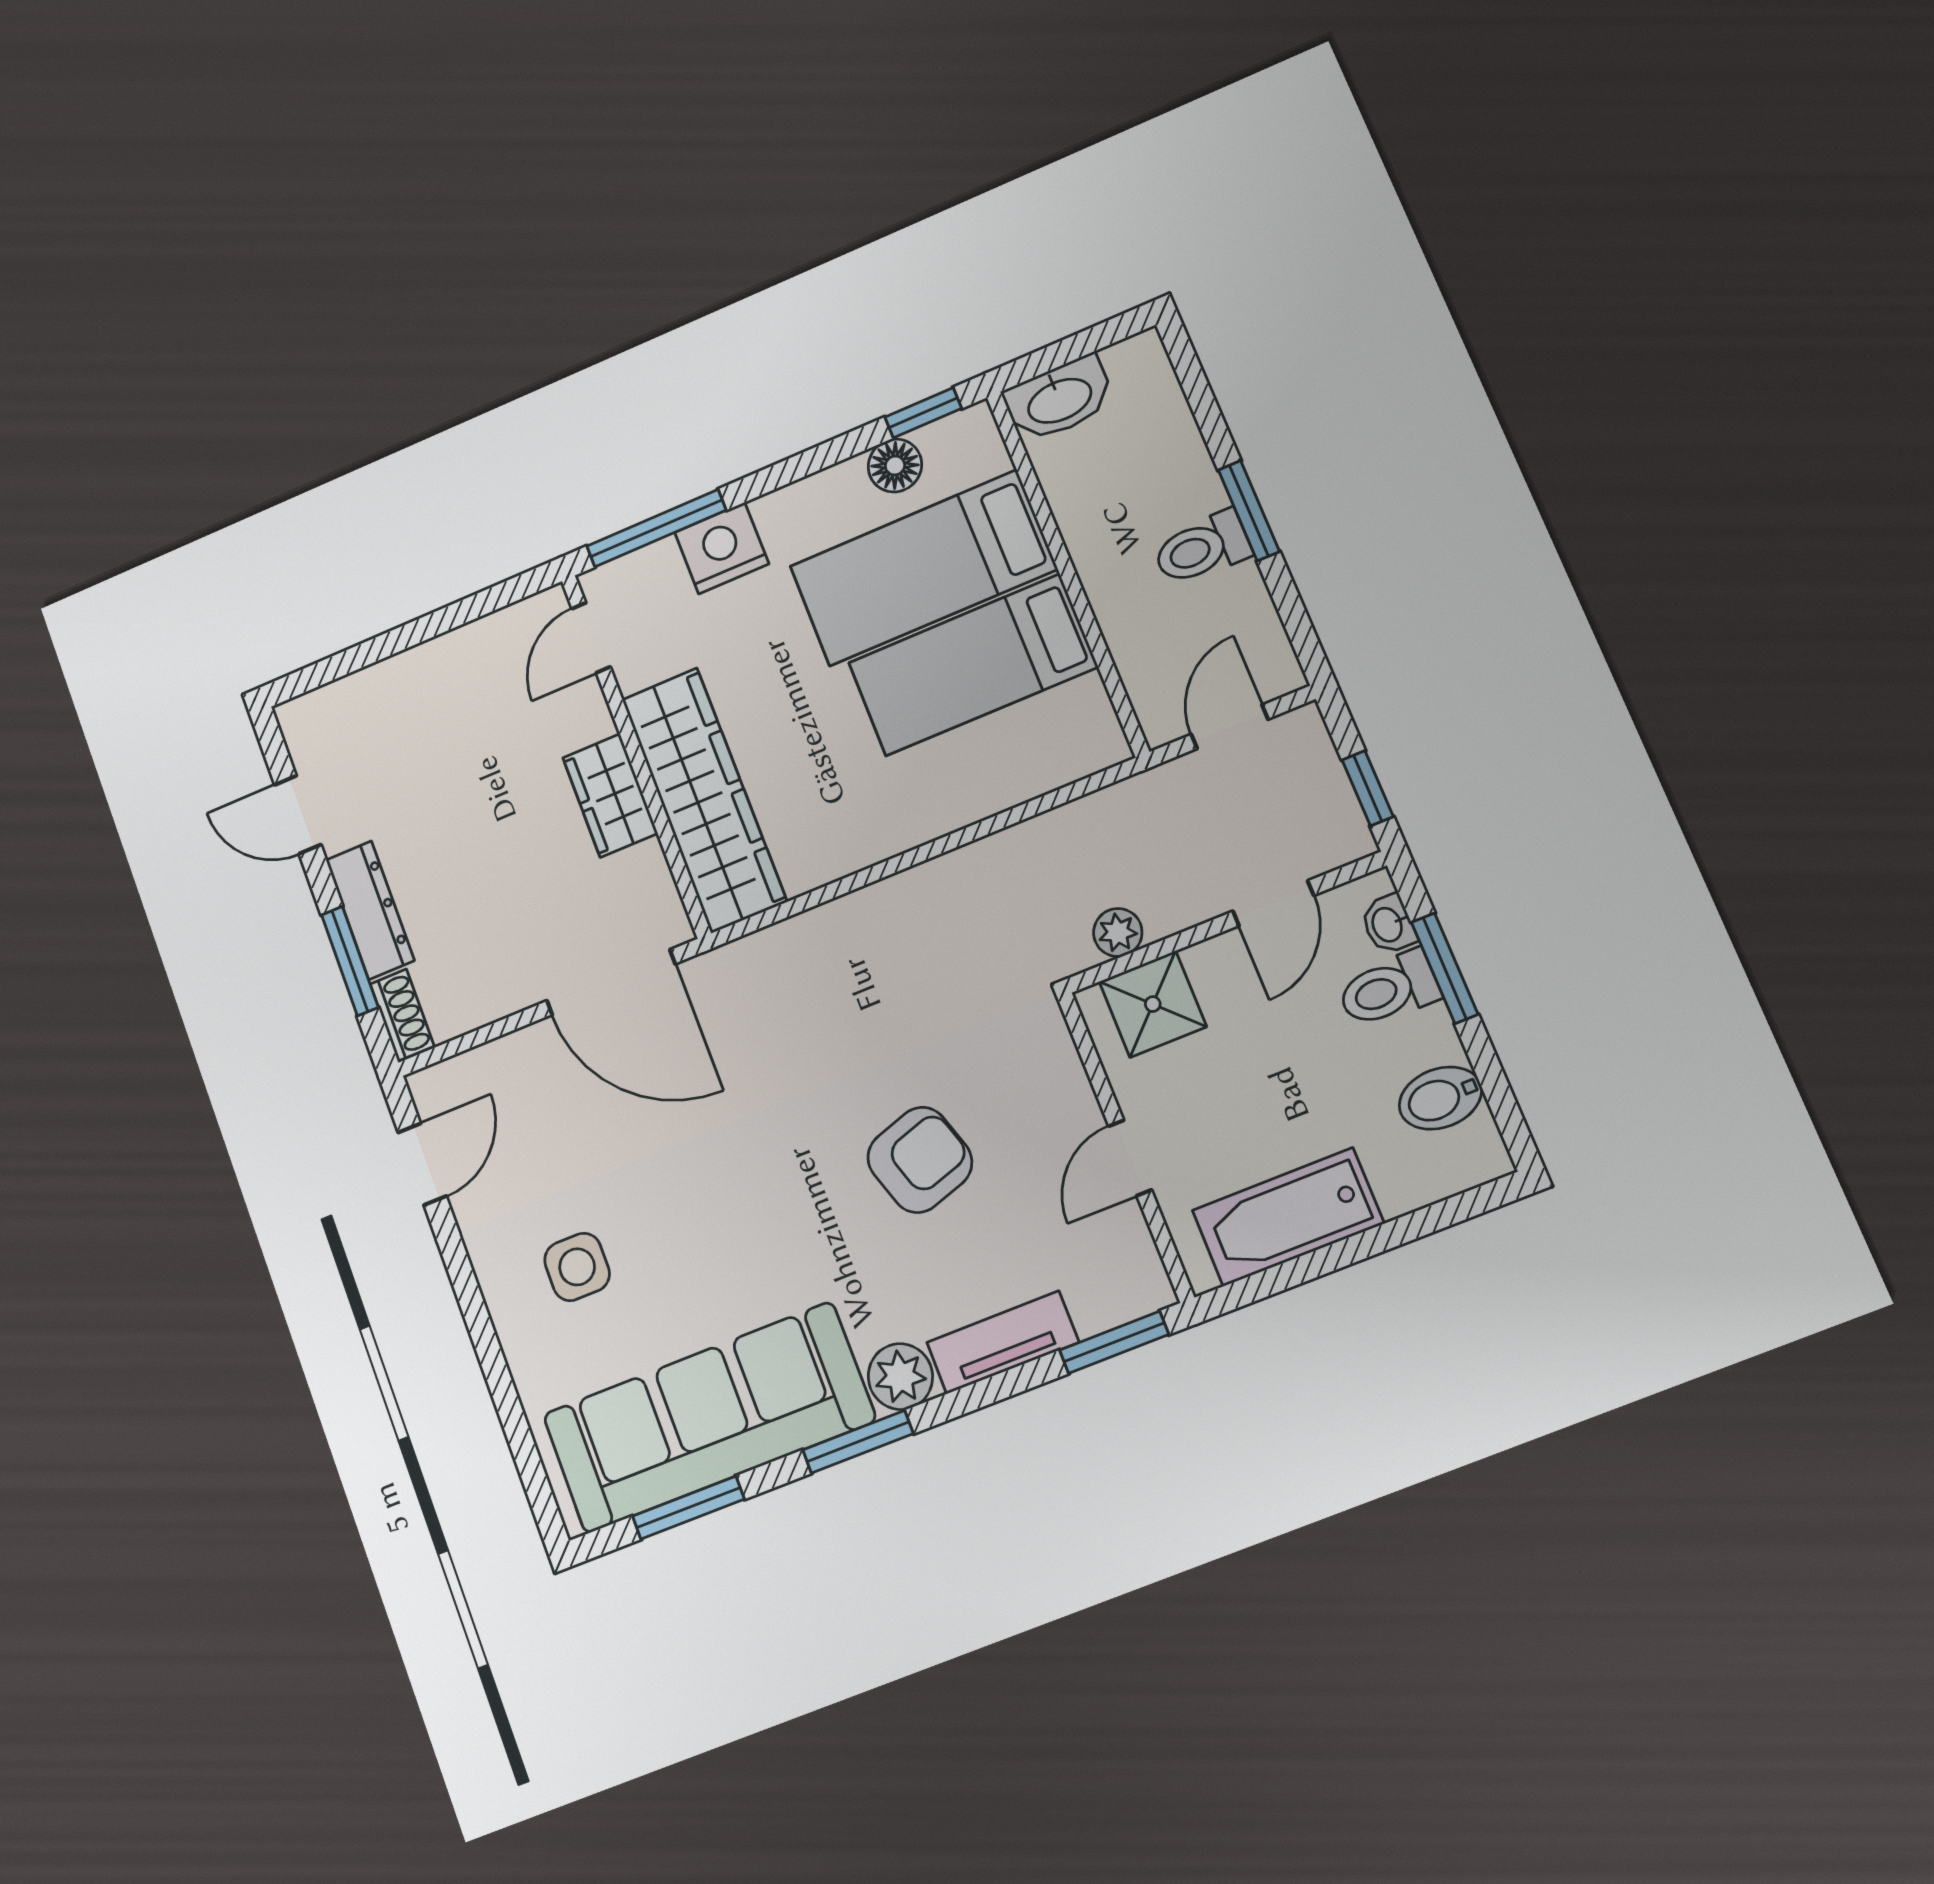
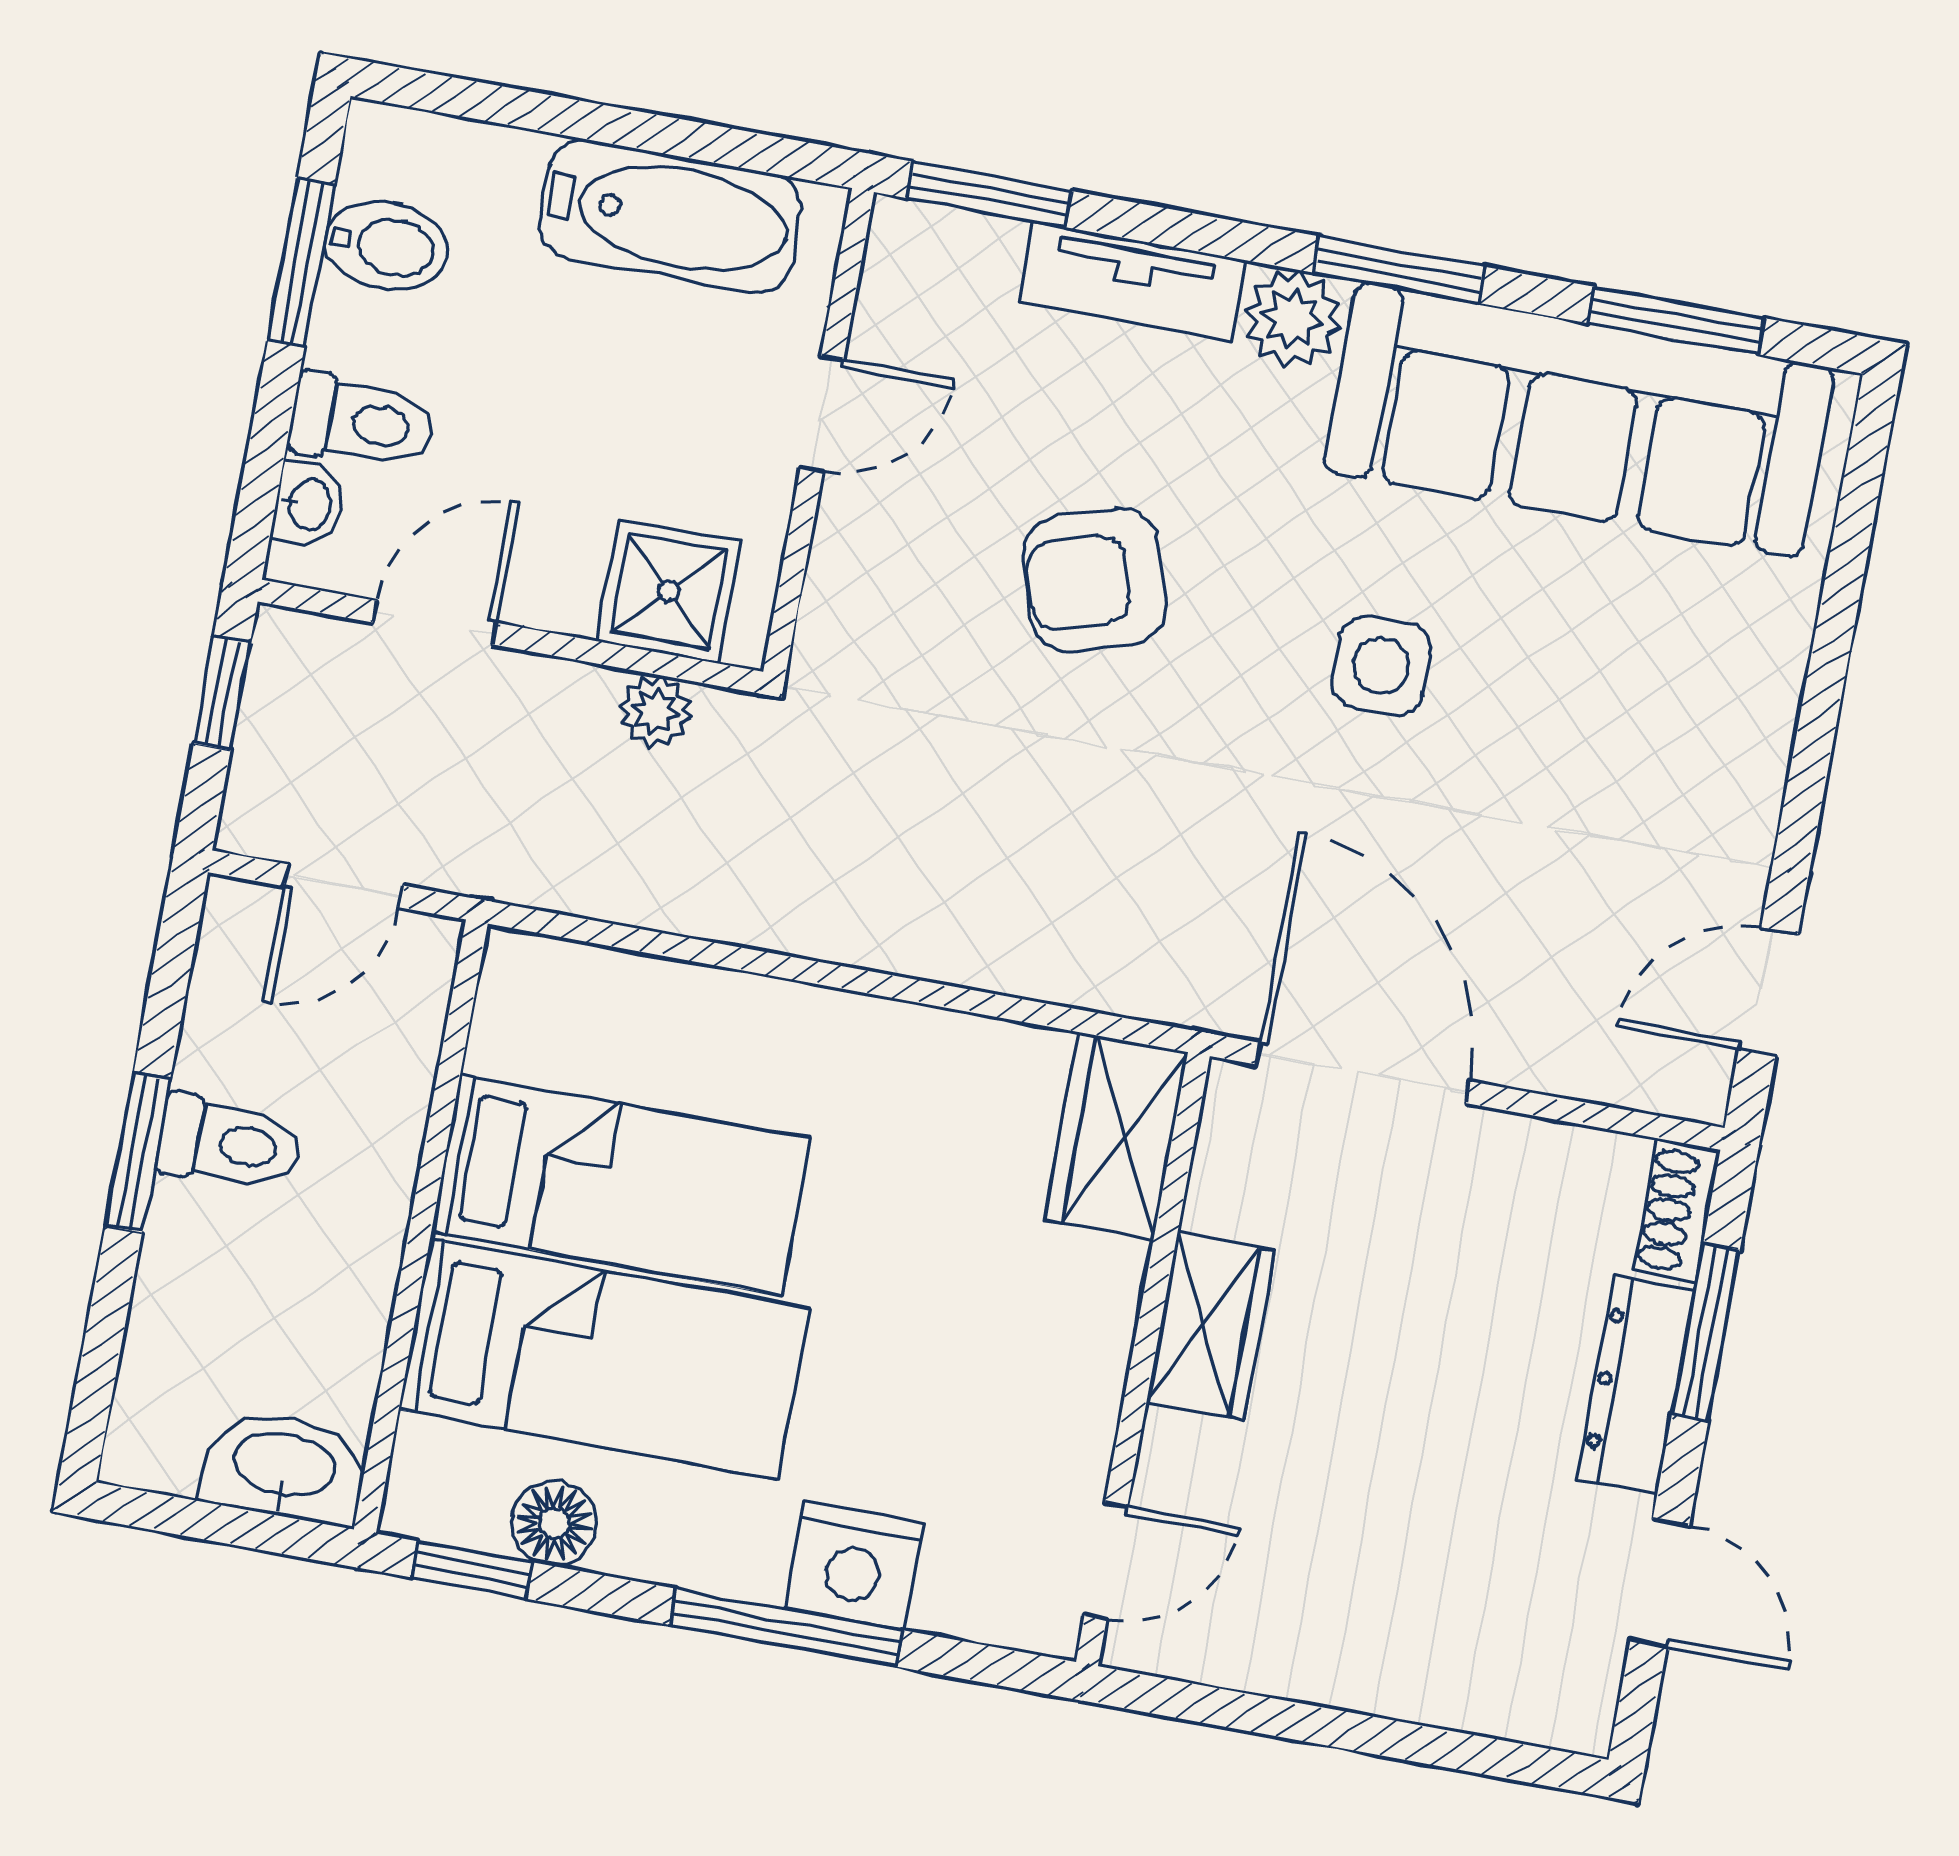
window: (656, 528) -> (786, 1628), moved
wardrobe: (704, 800) -> (1116, 1136), width x0.48, depth x0.85
window: (1445, 968) -> (301, 262), moved
side table: (577, 1267) -> (1381, 666), moved

